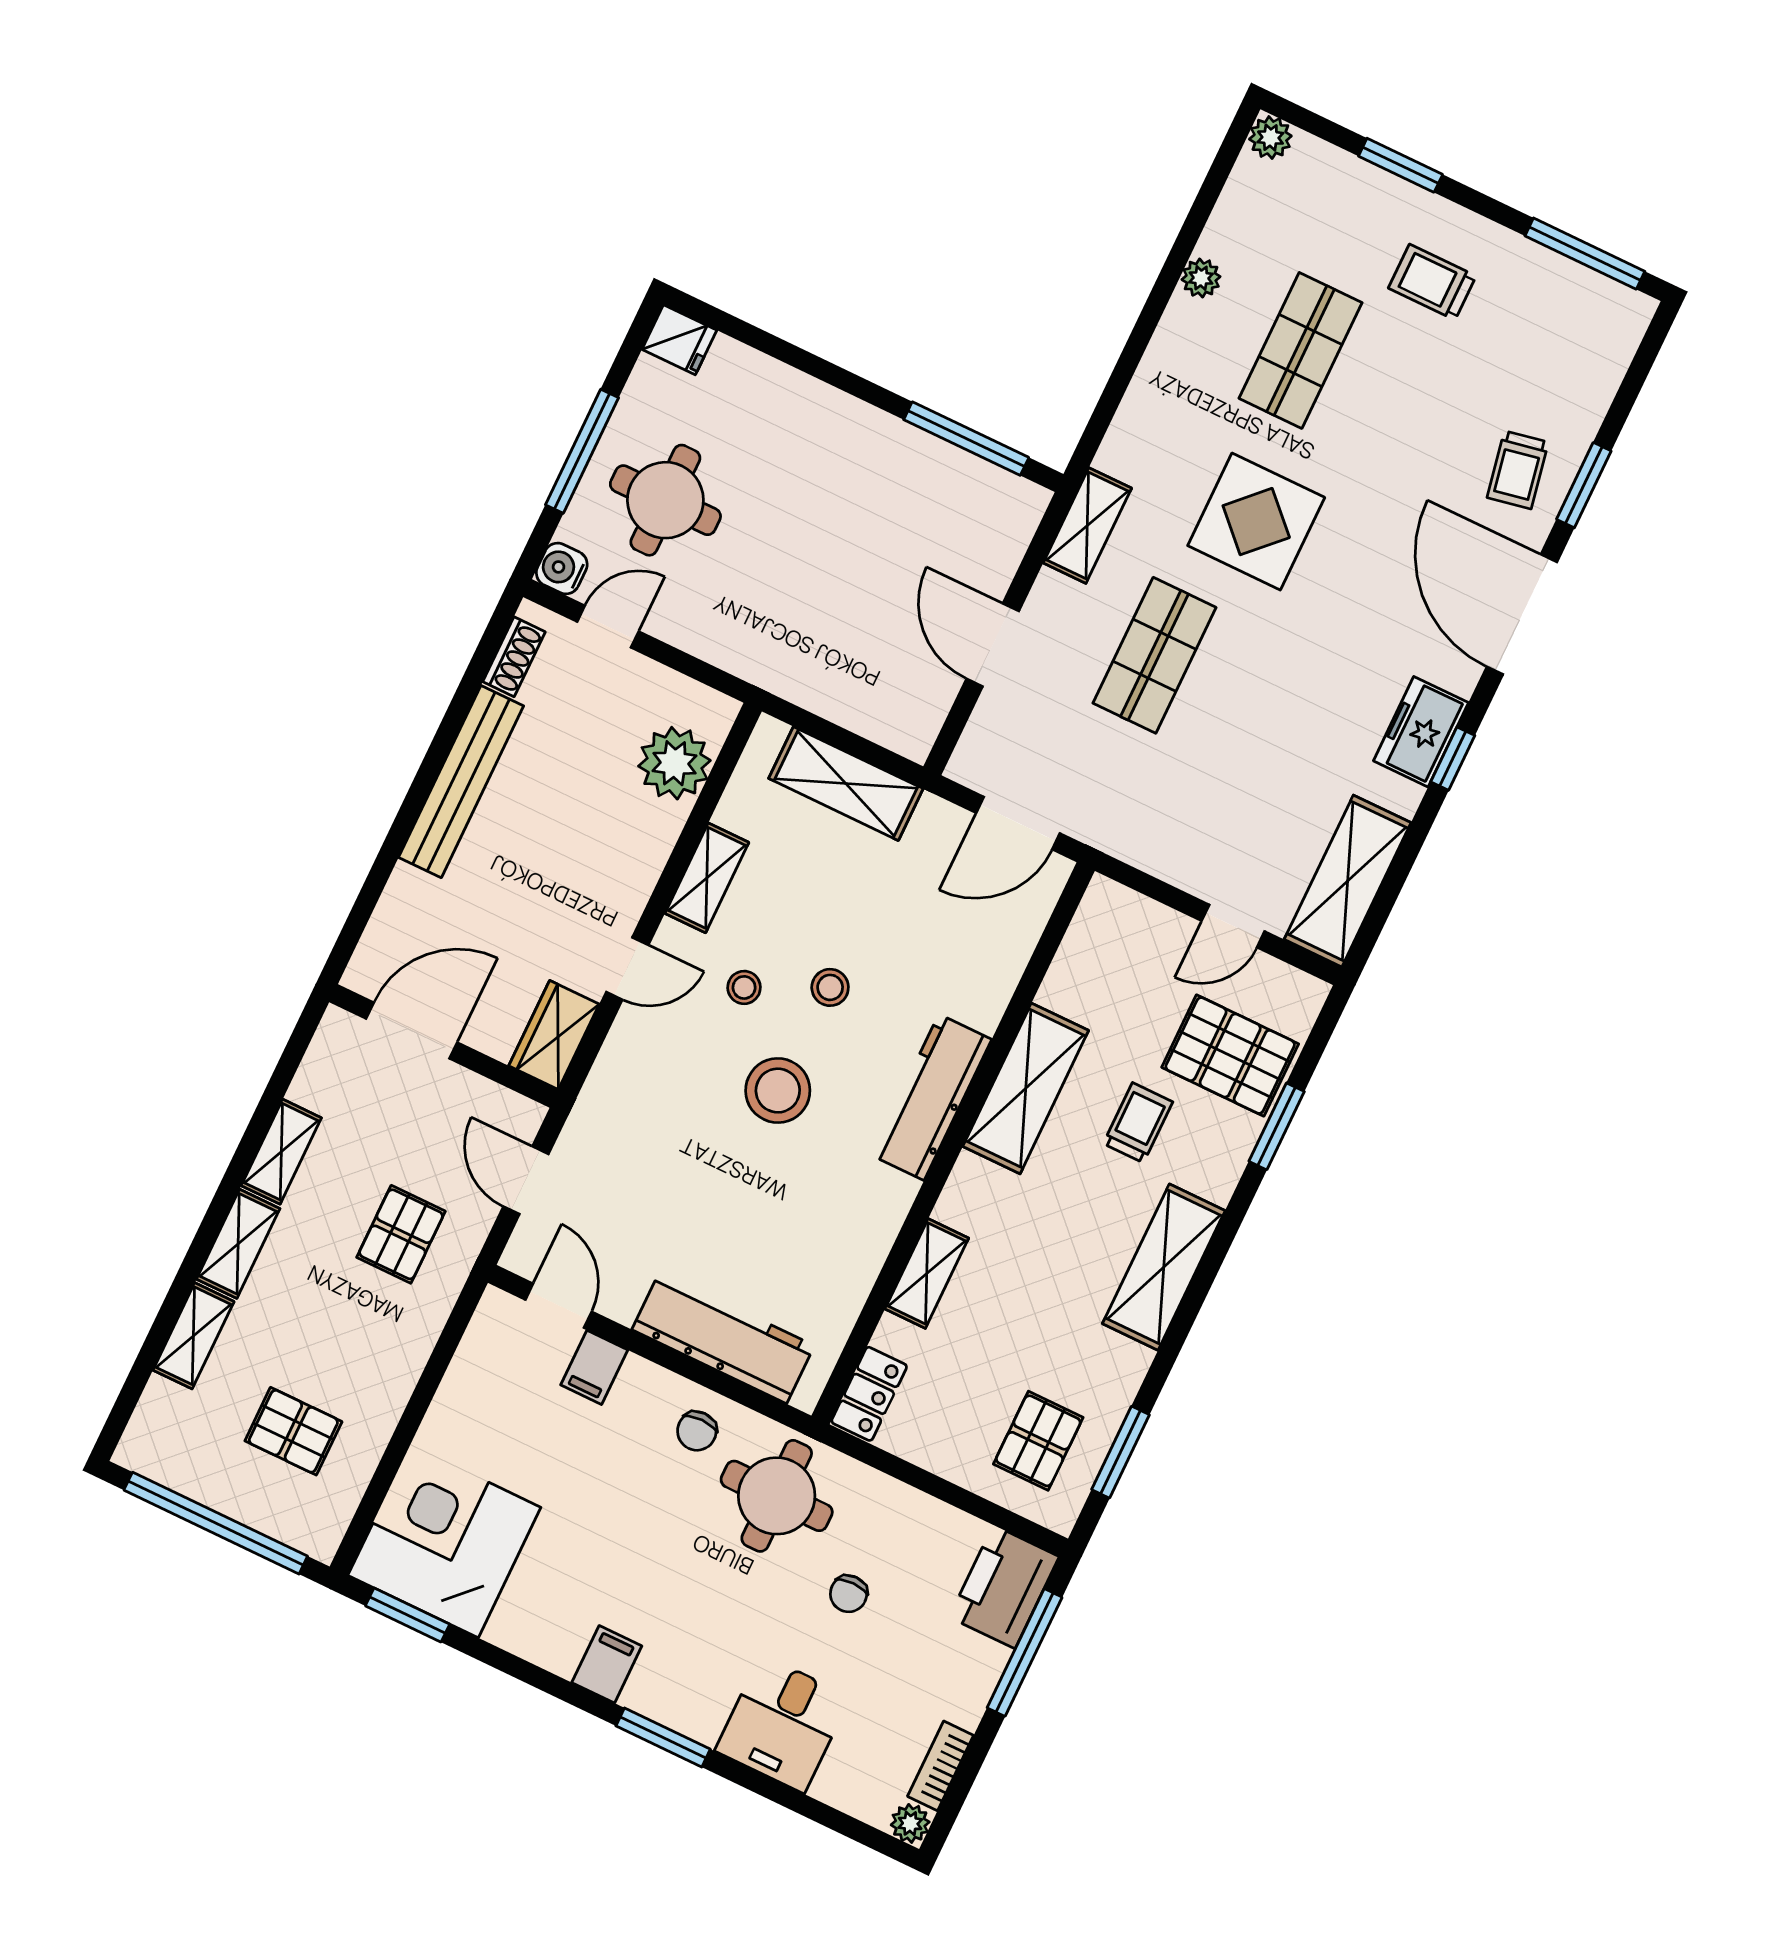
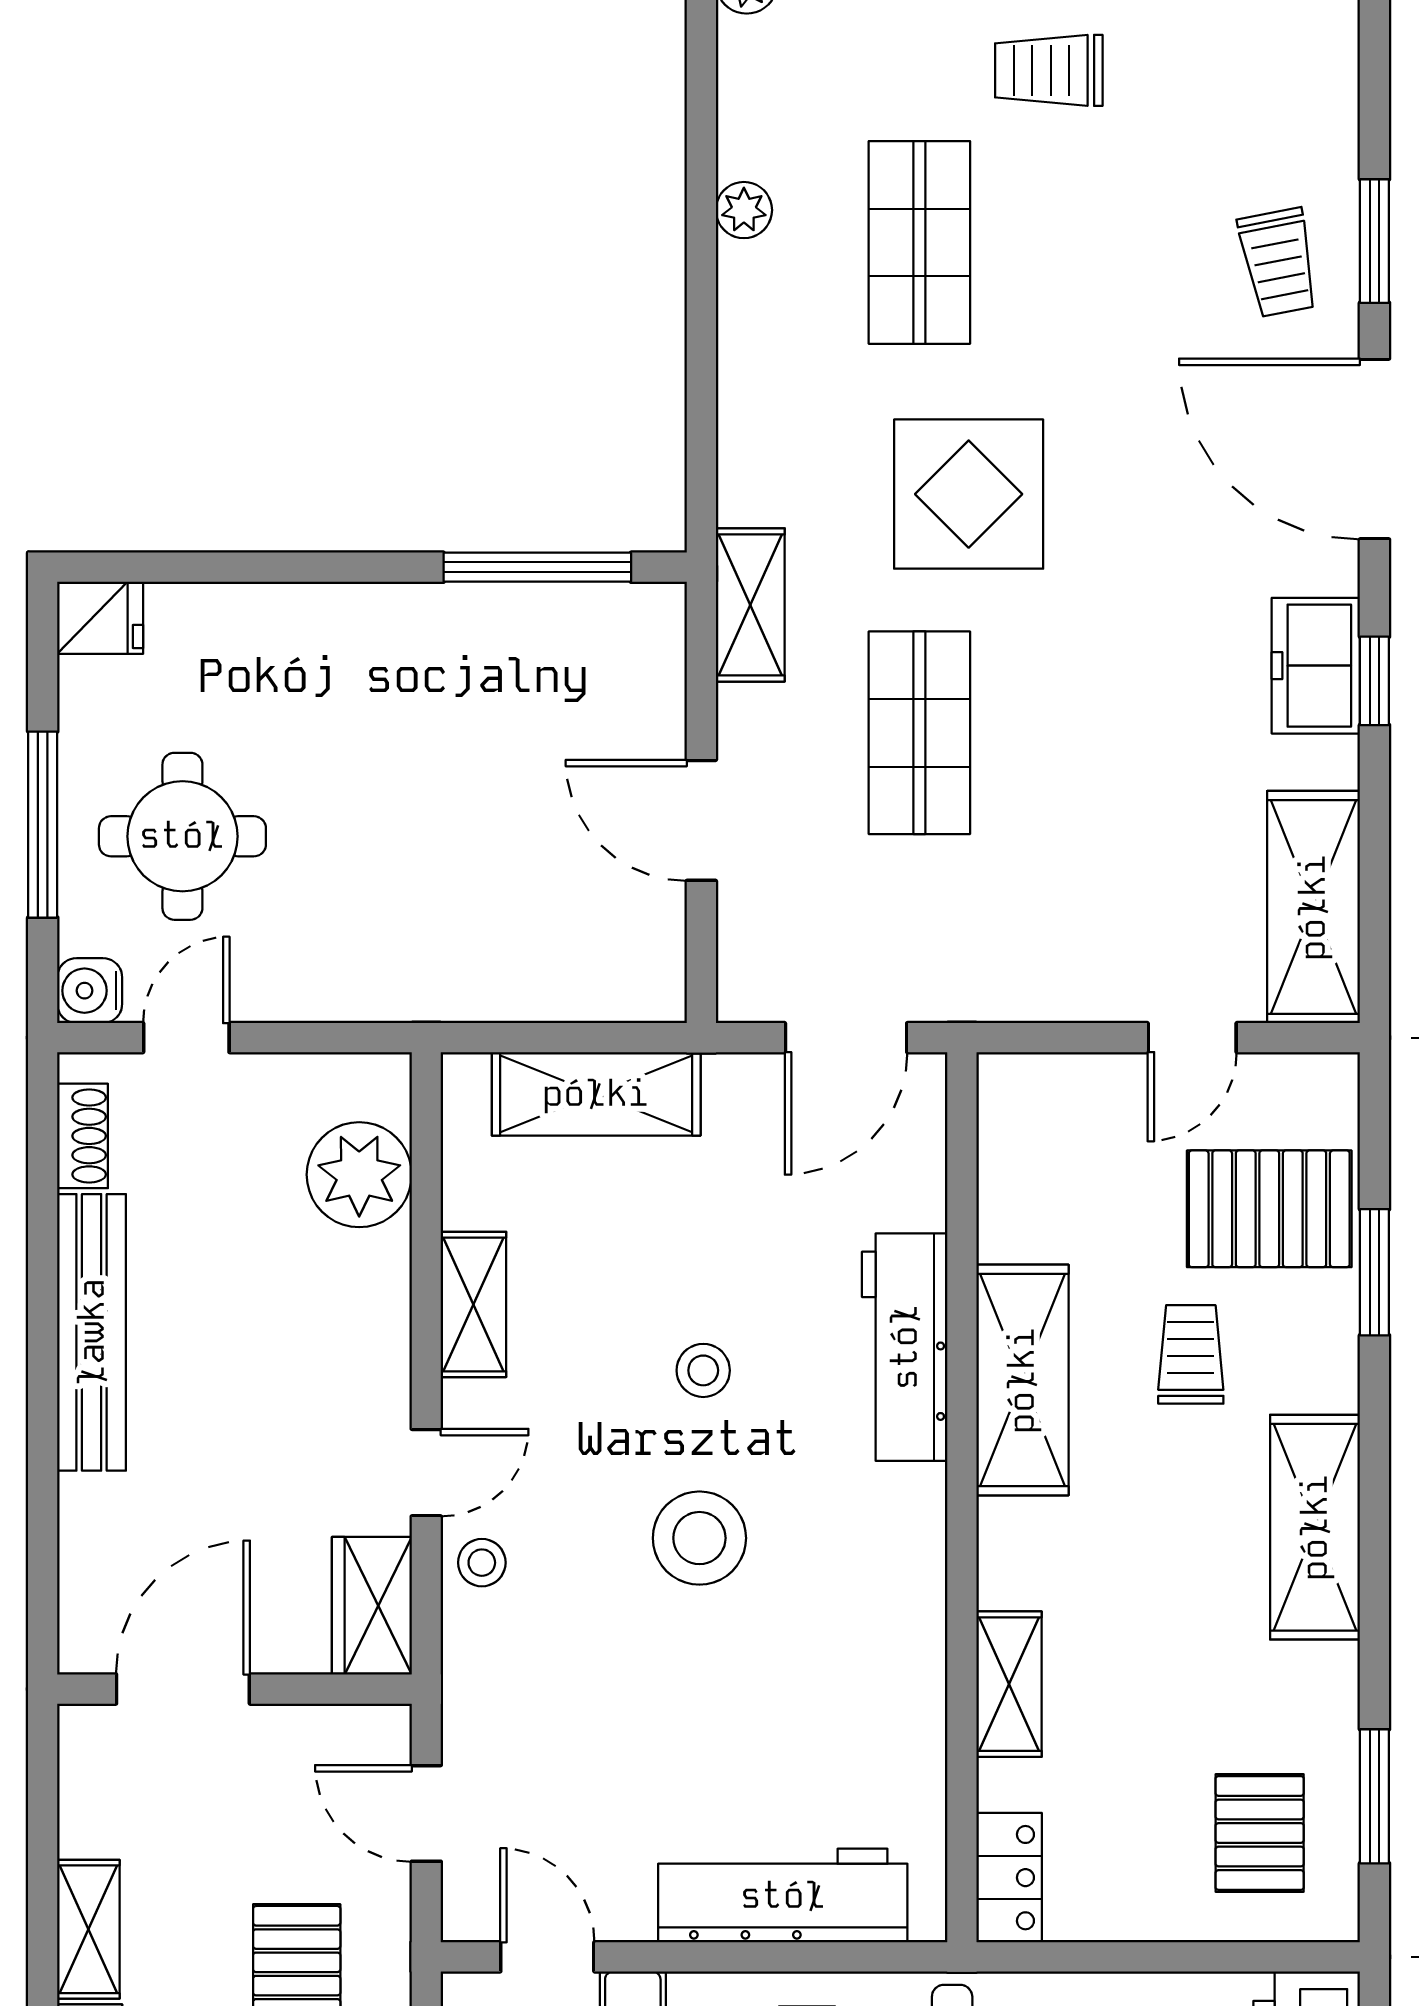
stool: (744, 987) -> (482, 1563), moved
workbench: (931, 1097) -> (905, 1347), moved

